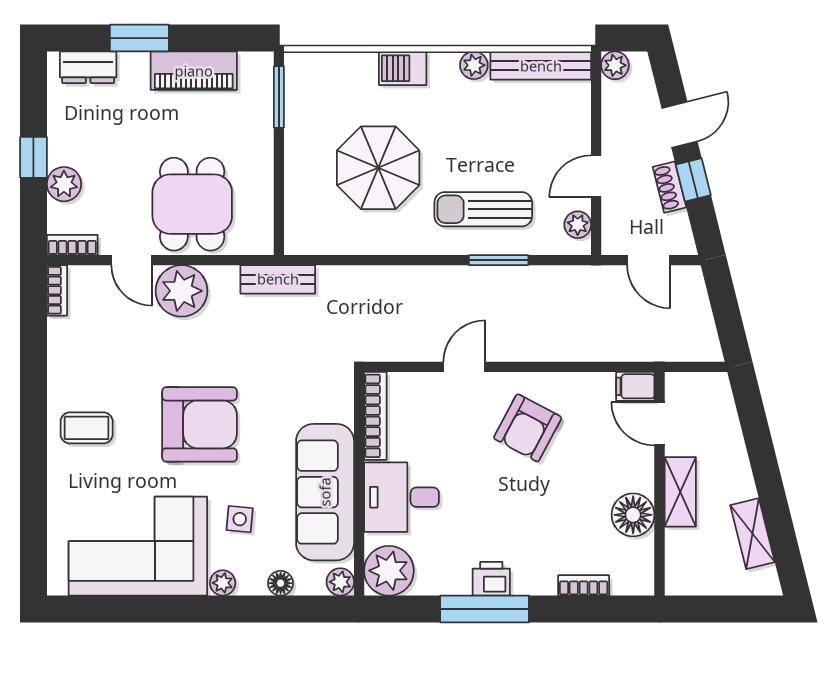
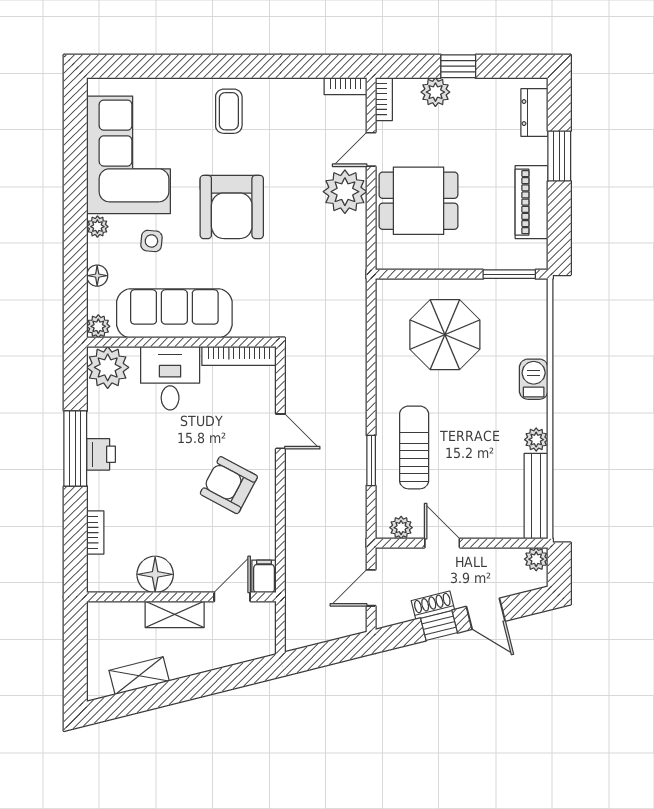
parasol: (378, 168) -> (445, 335), moved
bench: (278, 279) -> (355, 273), removed

